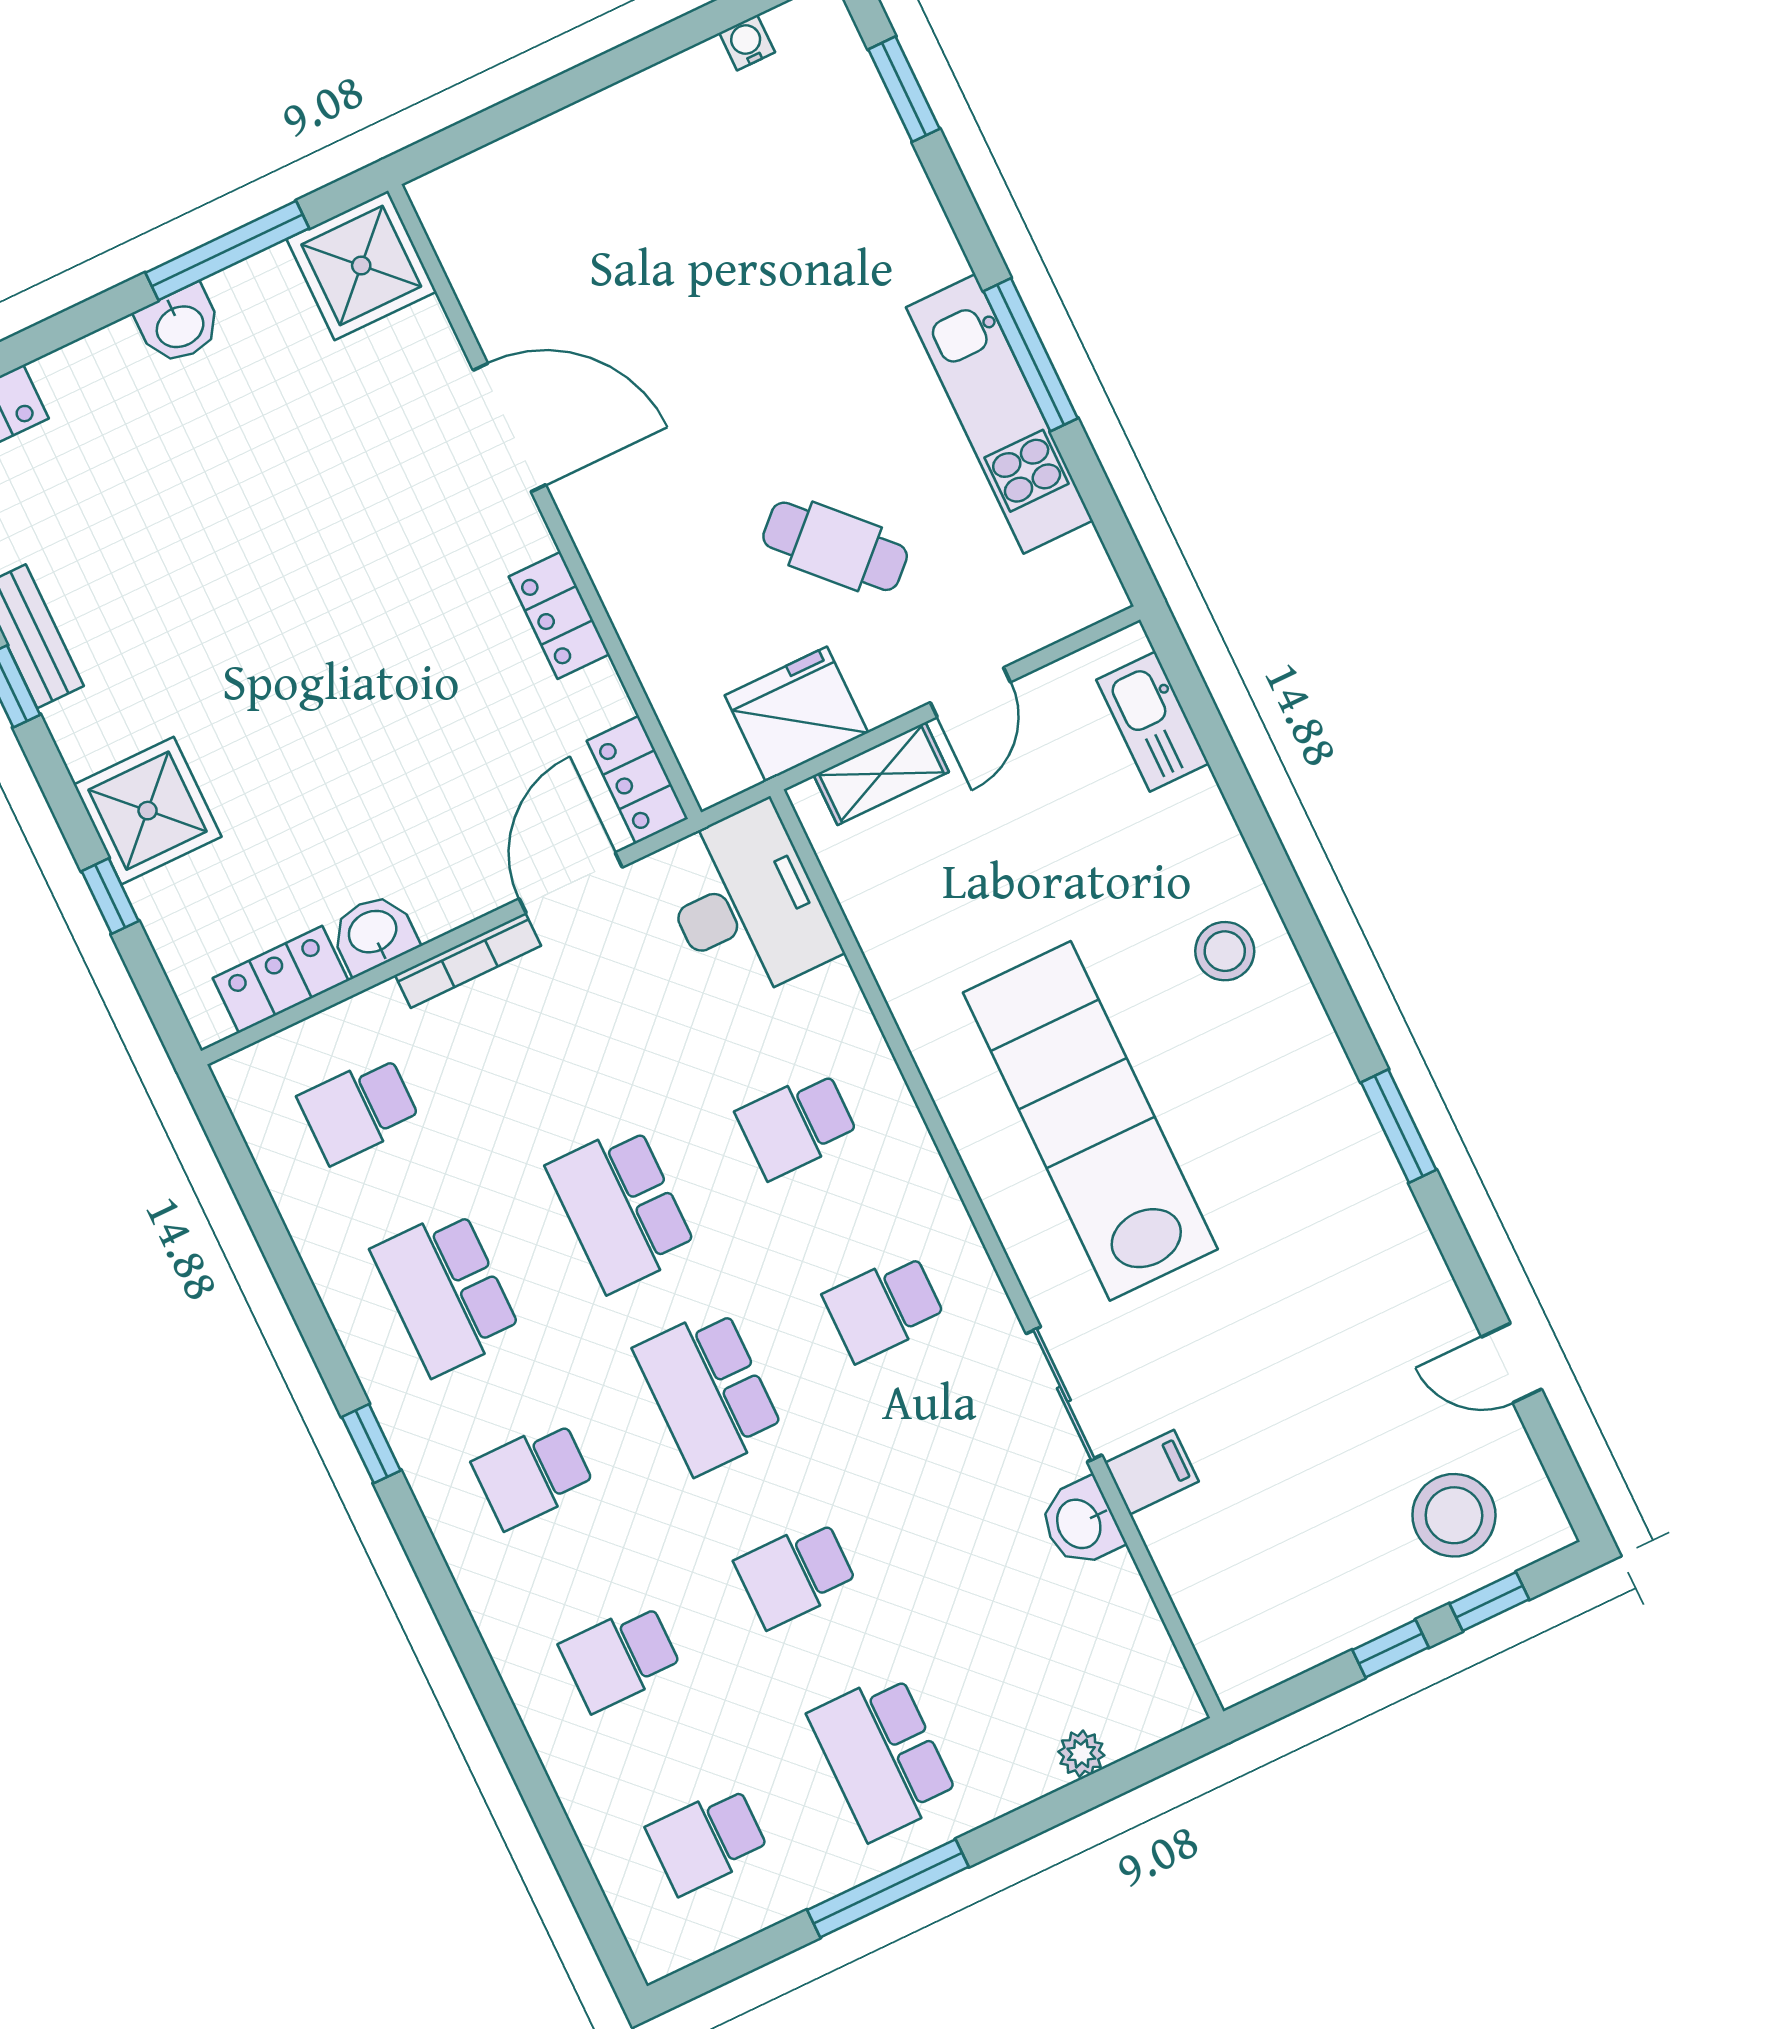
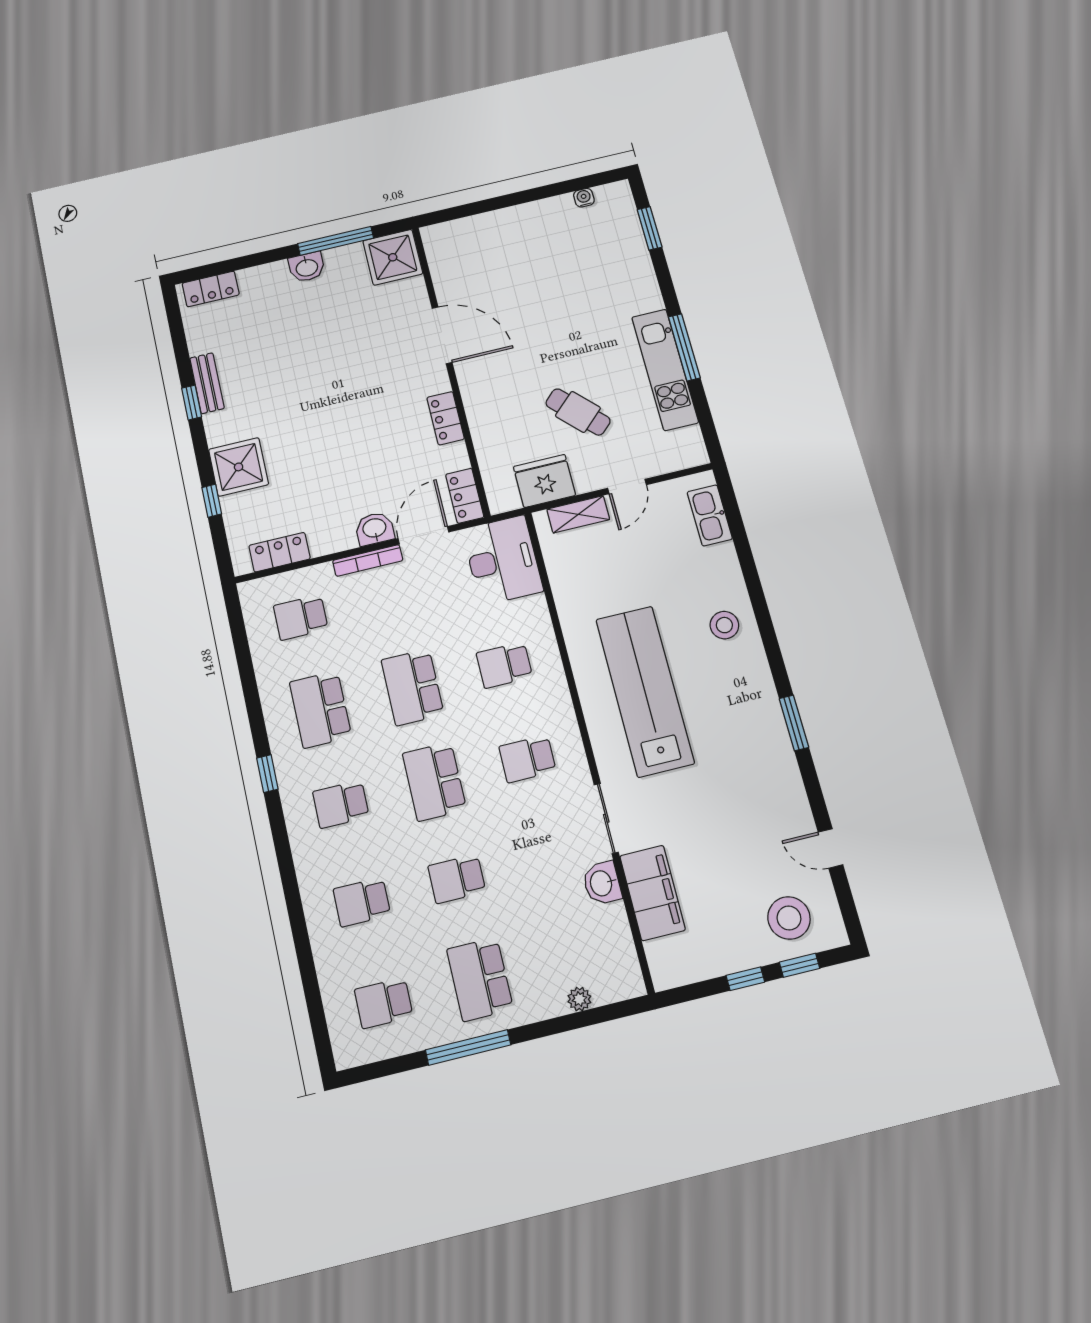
washbasin: (373, 933) -> (375, 529), moved
filing cabinet: (1152, 1472) -> (653, 893), width x3.00, depth x1.17

